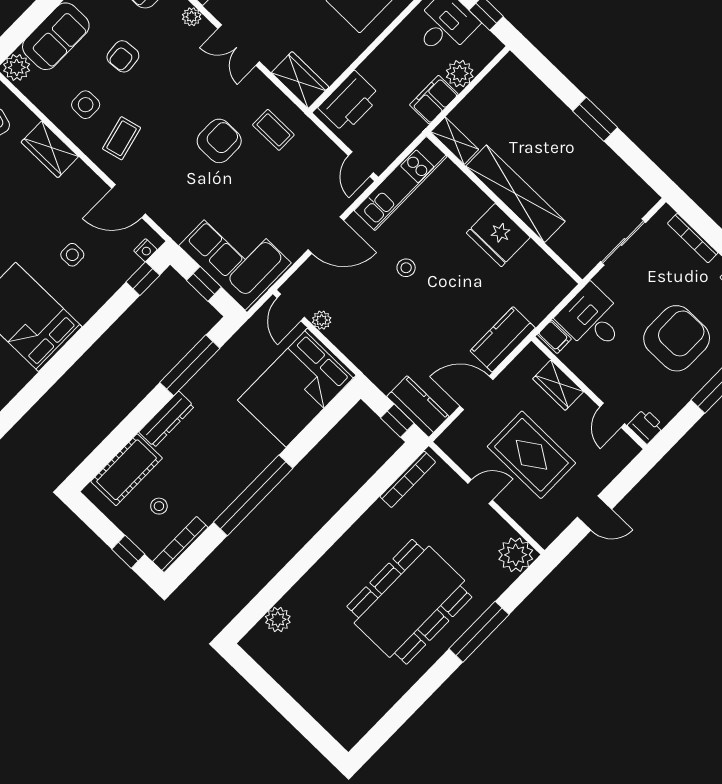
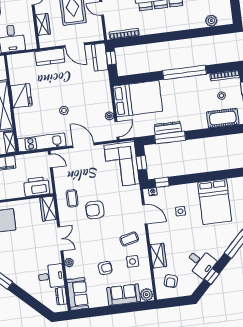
door: (361, 164) -> (50, 161), hinge flipped
filing cabinet: (554, 337) -> (30, 43), removed
dresser: (167, 419) -> (168, 128), moved

